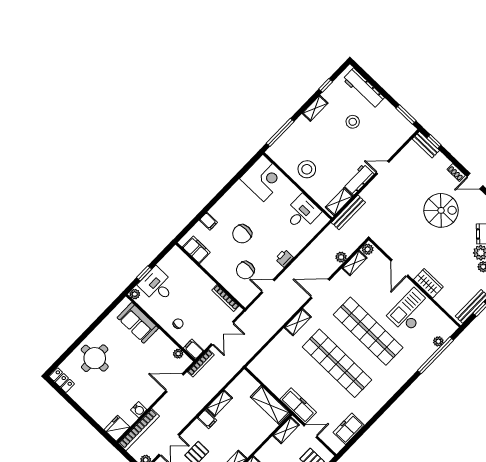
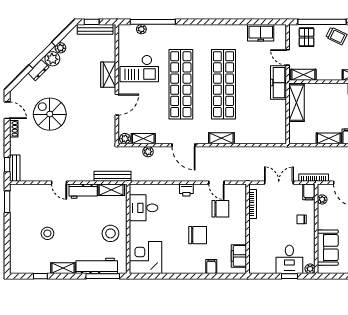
workbench: (364, 88) -> (97, 266), moved, turned -90

